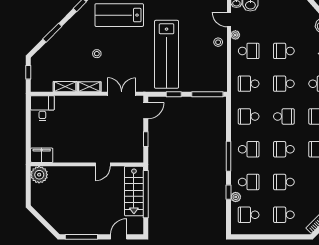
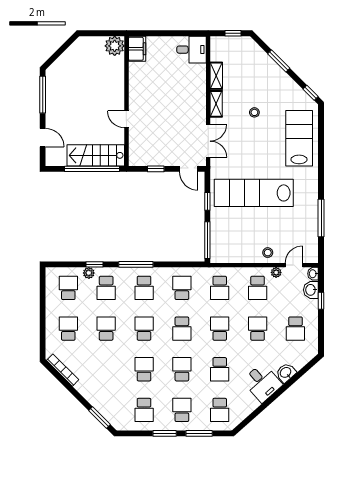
school desk: (284, 18) -> (295, 329), added
school desk: (249, 84) -> (220, 288), turned 180

